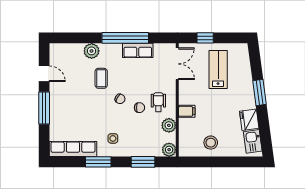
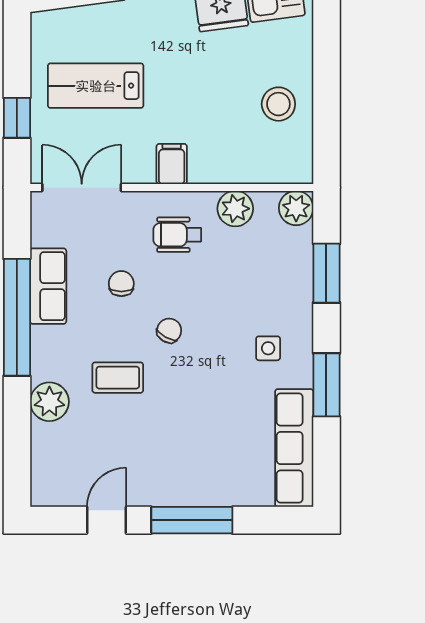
chair: (140, 108) -> (121, 284), moved
filing cabinet: (187, 111) -> (172, 164), moved

